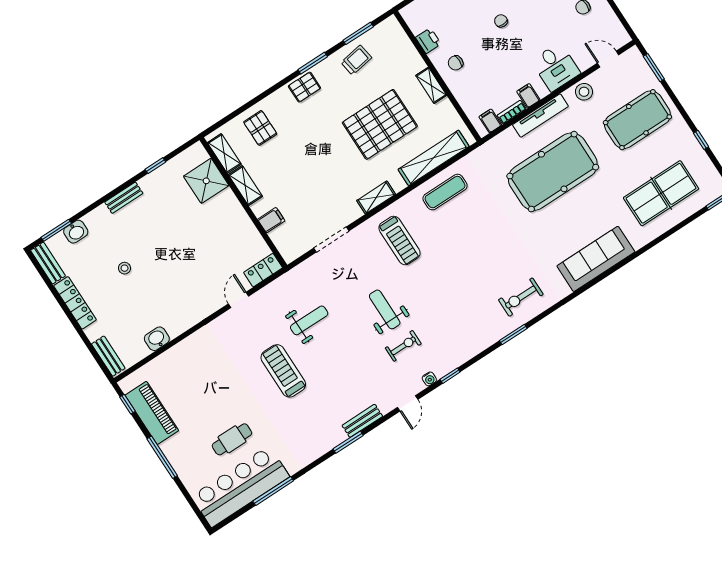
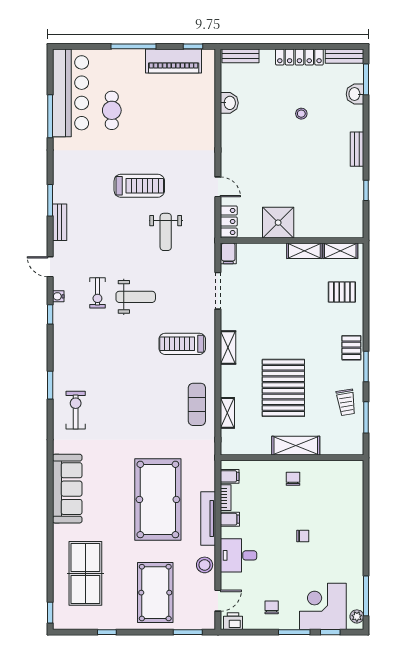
printer: (428, 41) -> (233, 621), moved, turned 180
shelving: (431, 85) -> (296, 446), width x1.50, depth x1.33
shelving: (434, 158) -> (227, 413), width x0.45, depth x0.75
shower: (206, 181) -> (278, 223), moved
filing cabinet: (271, 220) -> (228, 253), moved

